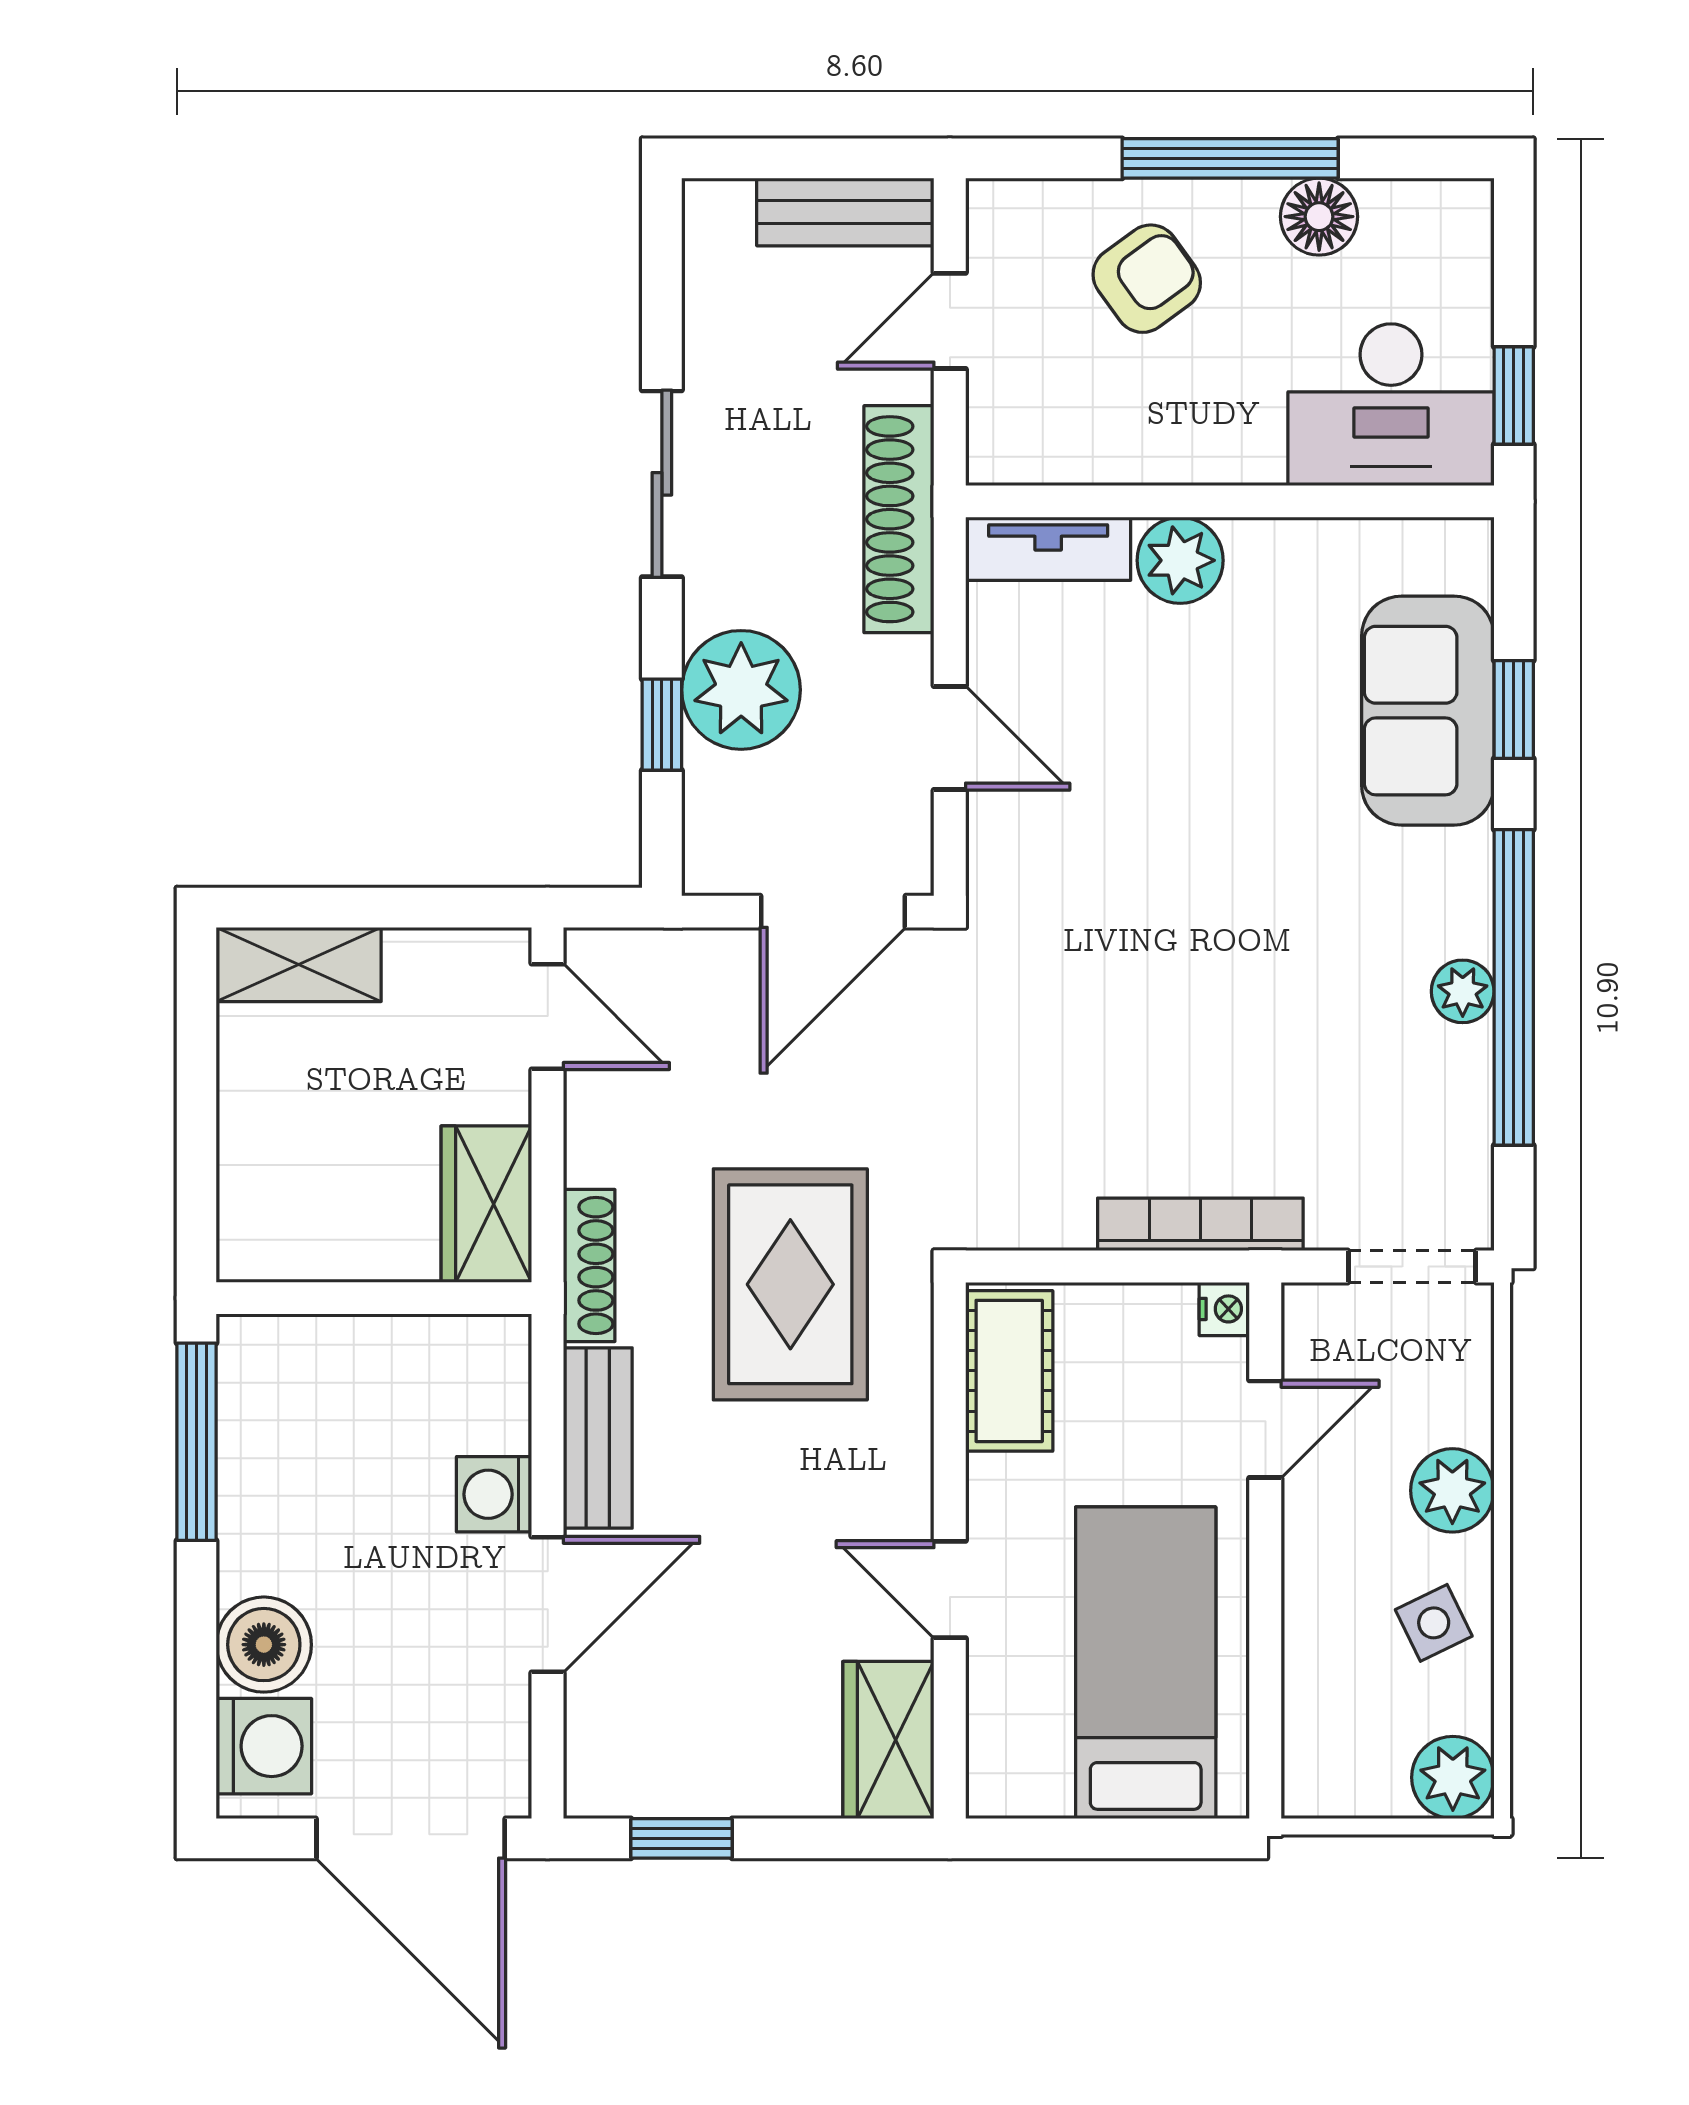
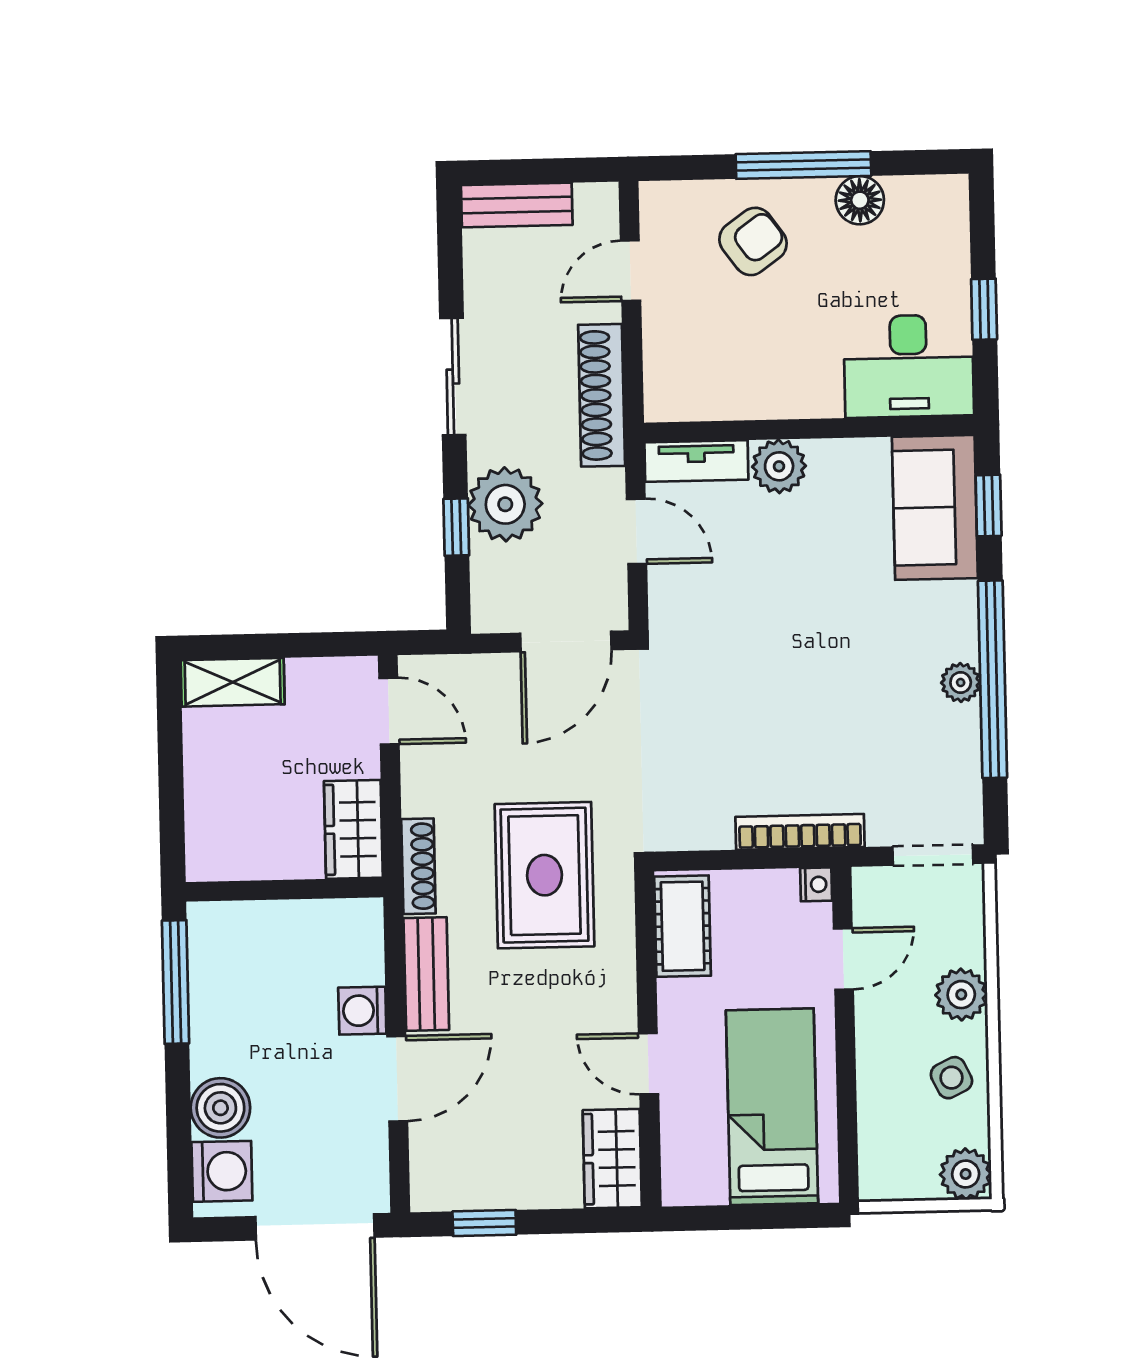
bench: (845, 212) -> (517, 205), moved
desk: (1391, 405) -> (909, 366), moved
wall: (1230, 501) -> (809, 429), moved
tv unit: (1048, 549) -> (696, 461), moved
plant: (1180, 560) -> (779, 466), moved

